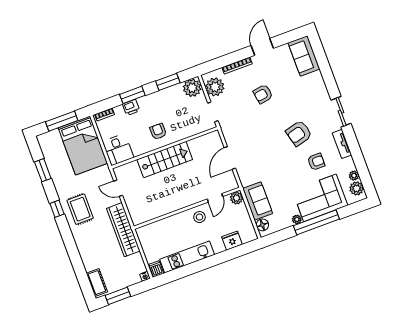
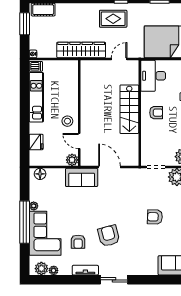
armchair: (263, 94) -> (155, 217), turned -79
desk: (118, 150) -> (153, 76), width x1.37
sofa: (258, 201) -> (82, 177), moved

